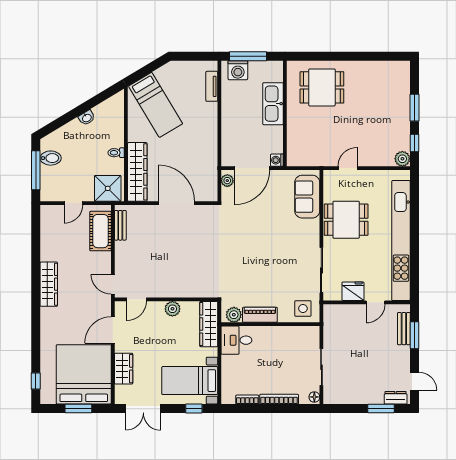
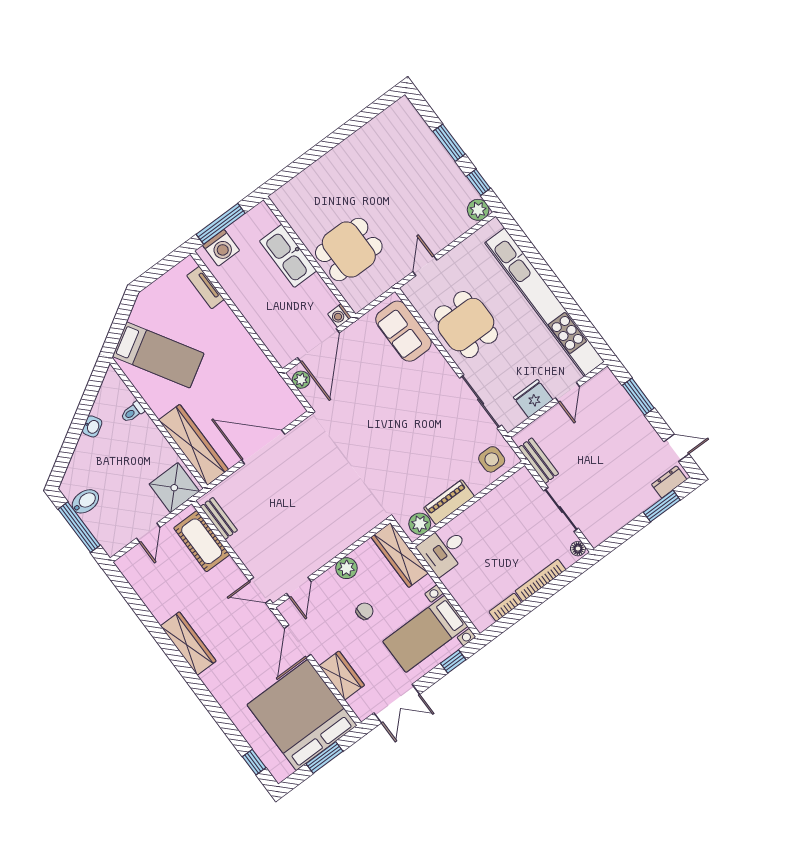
dining table: (322, 87) -> (349, 250), moved
toilet: (116, 153) -> (132, 412), moved
dining table: (346, 220) -> (466, 325), turned 90
bench: (404, 329) -> (538, 461), moved
chair: (164, 341) -> (365, 611), added

